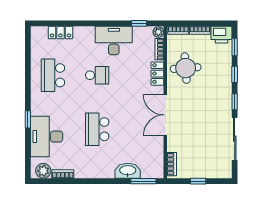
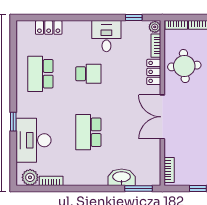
desk: (114, 41) -> (106, 36), width x0.73

